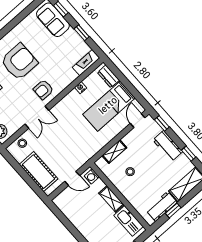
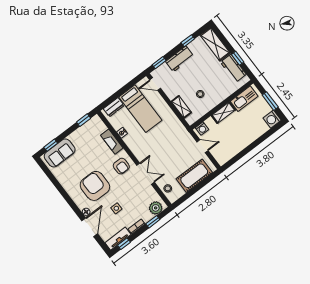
window: (82, 33) -> (84, 120), moved
fireplace: (86, 63) -> (112, 142), moved
door: (72, 178) -> (202, 146), hinge flipped

